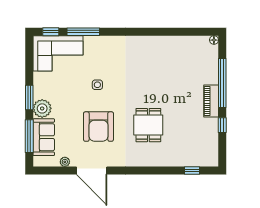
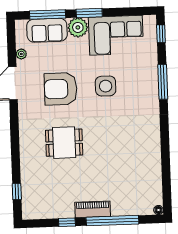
window: (83, 32) -> (163, 82), moved
corner sofa: (58, 53) -> (116, 35), moved, turned -90
side table: (97, 85) -> (106, 86), width x1.87, depth x1.87

